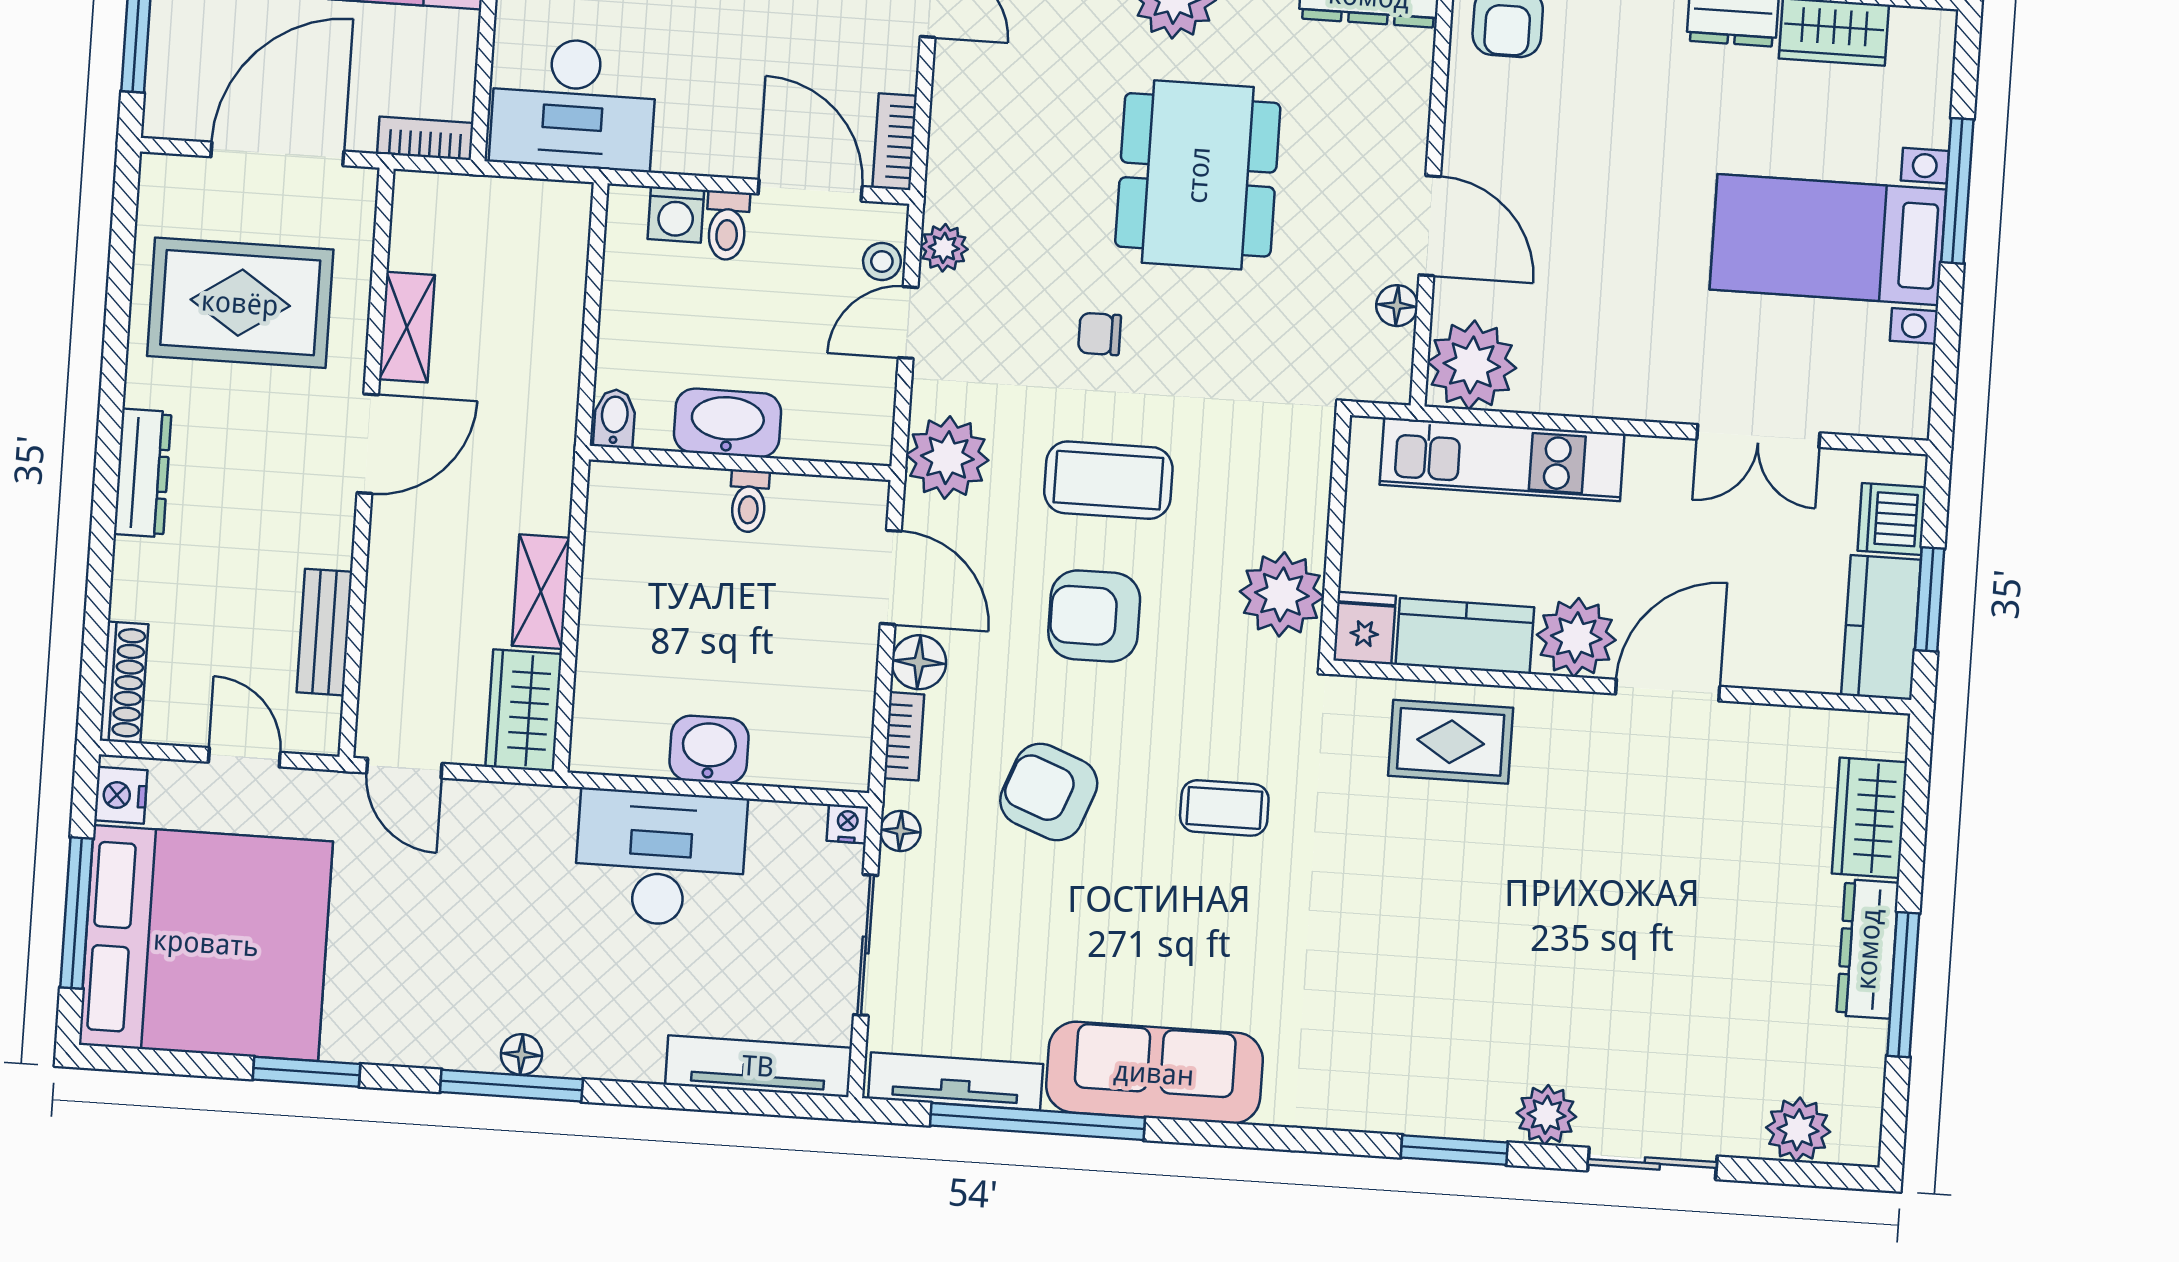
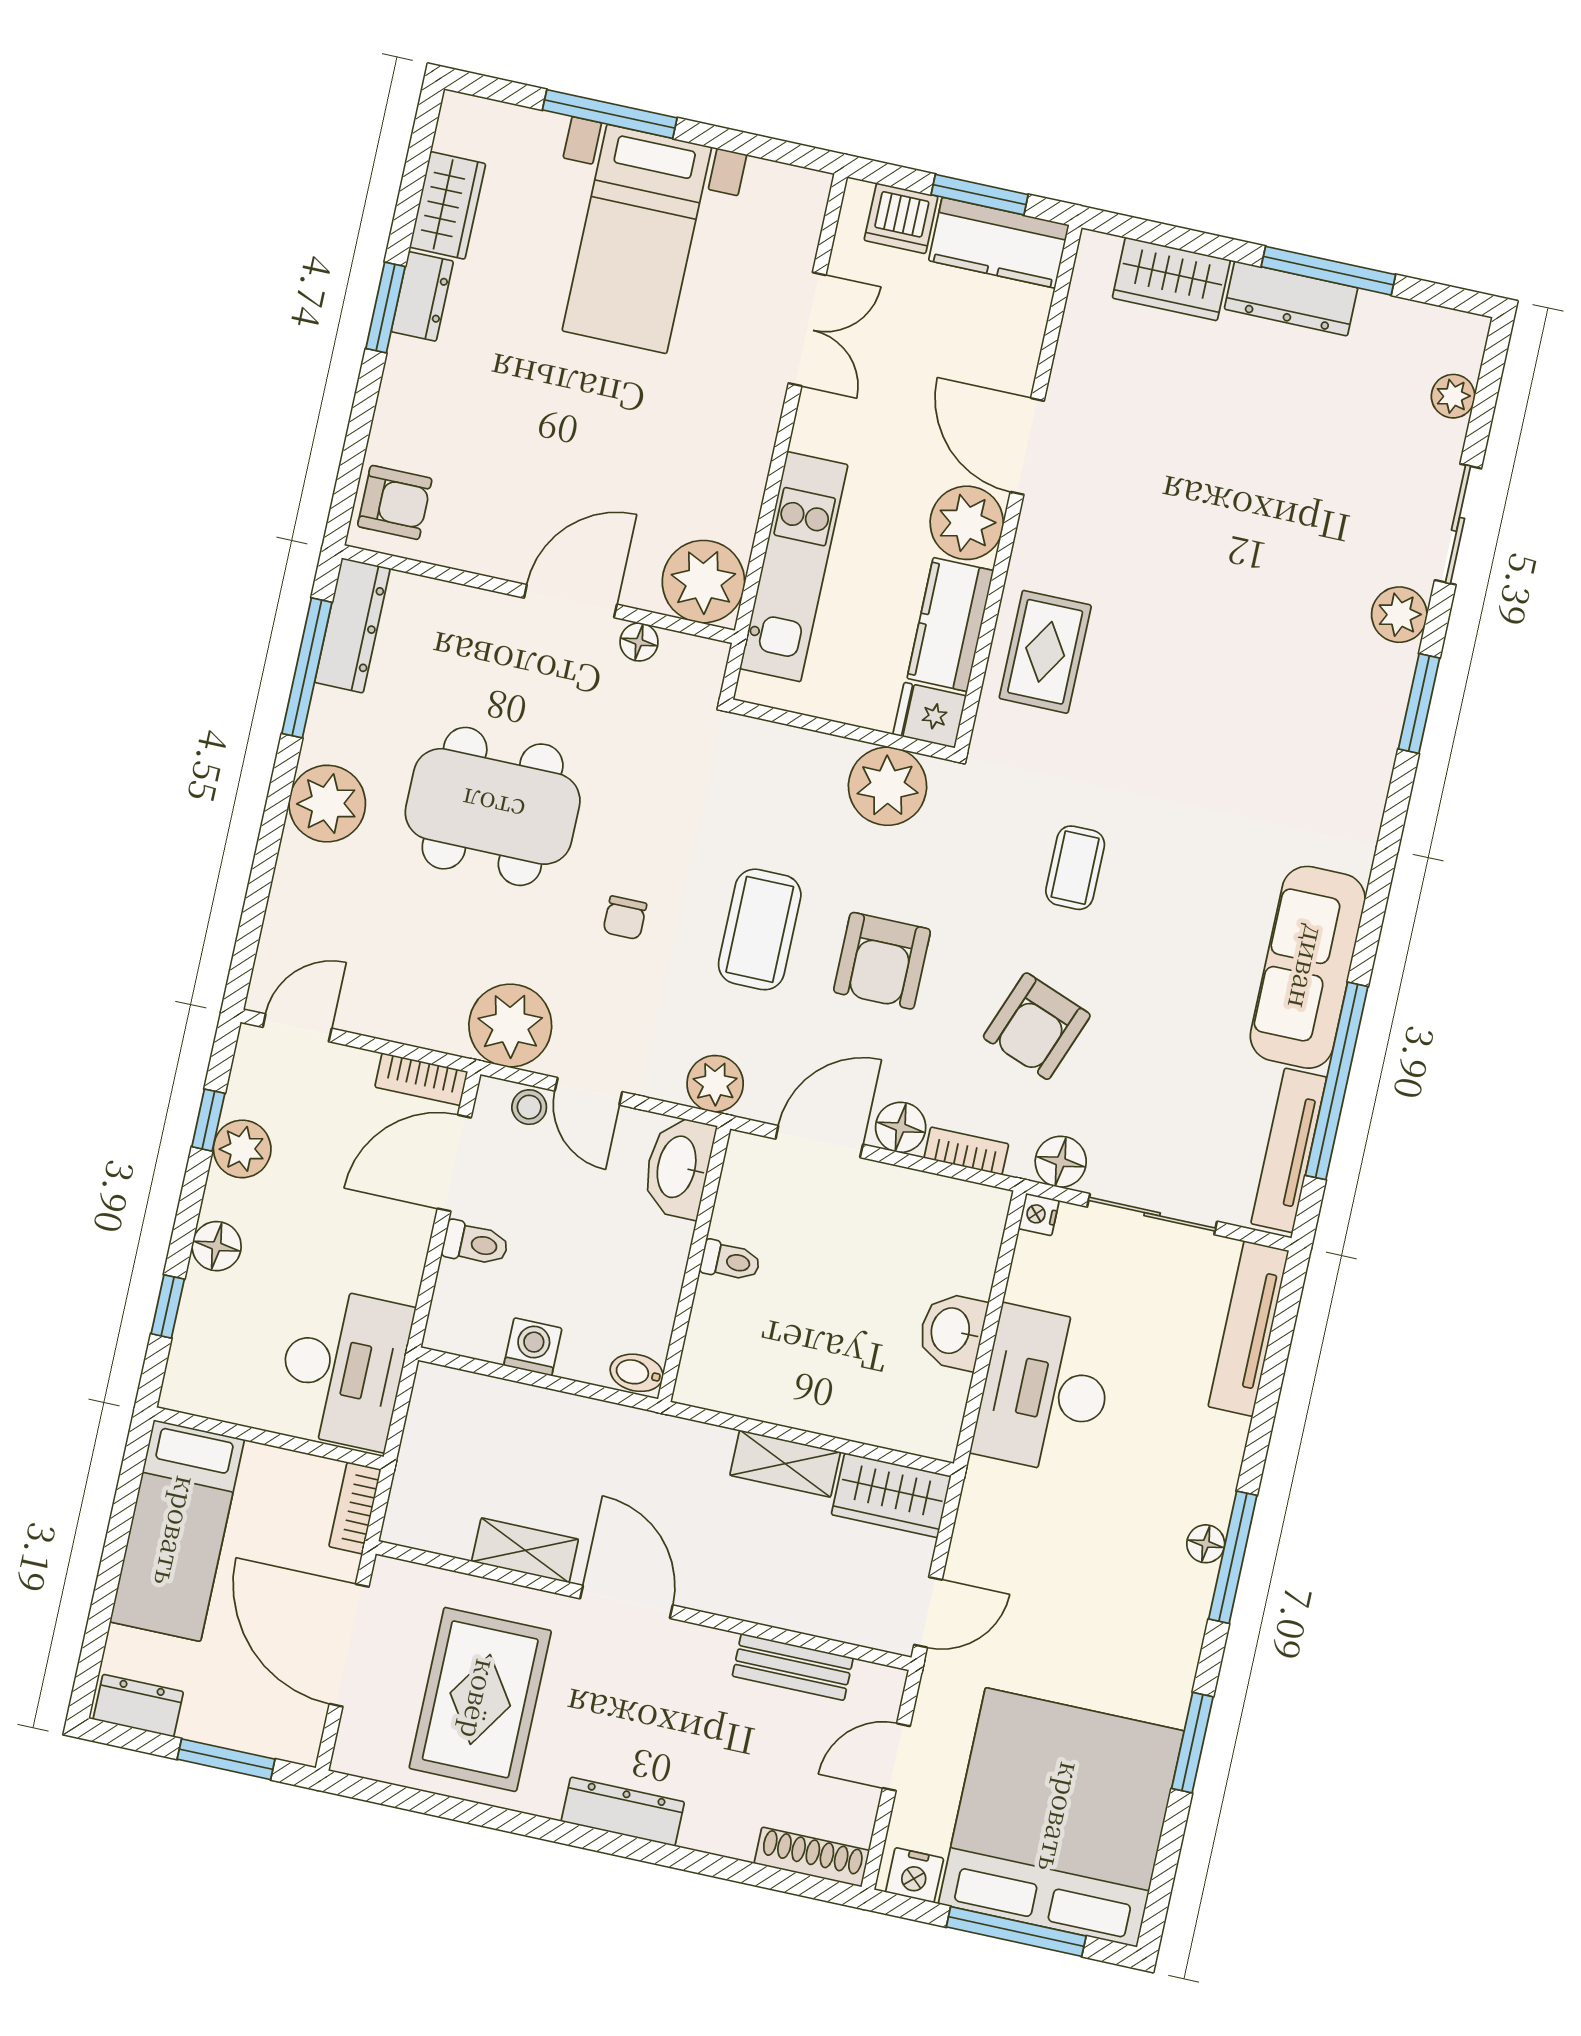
washing machine: (676, 214) -> (533, 1347), moved, turned -90
plant: (944, 248) -> (510, 1025), width x1.87, depth x1.87
washbasin: (727, 423) -> (678, 1167), moved
plant: (947, 458) -> (715, 1084), width x0.73, depth x0.73
floor lamp: (900, 831) -> (1061, 1162), width x1.37, depth x1.37
plant: (1798, 1130) -> (1453, 396), width x0.73, depth x0.73

